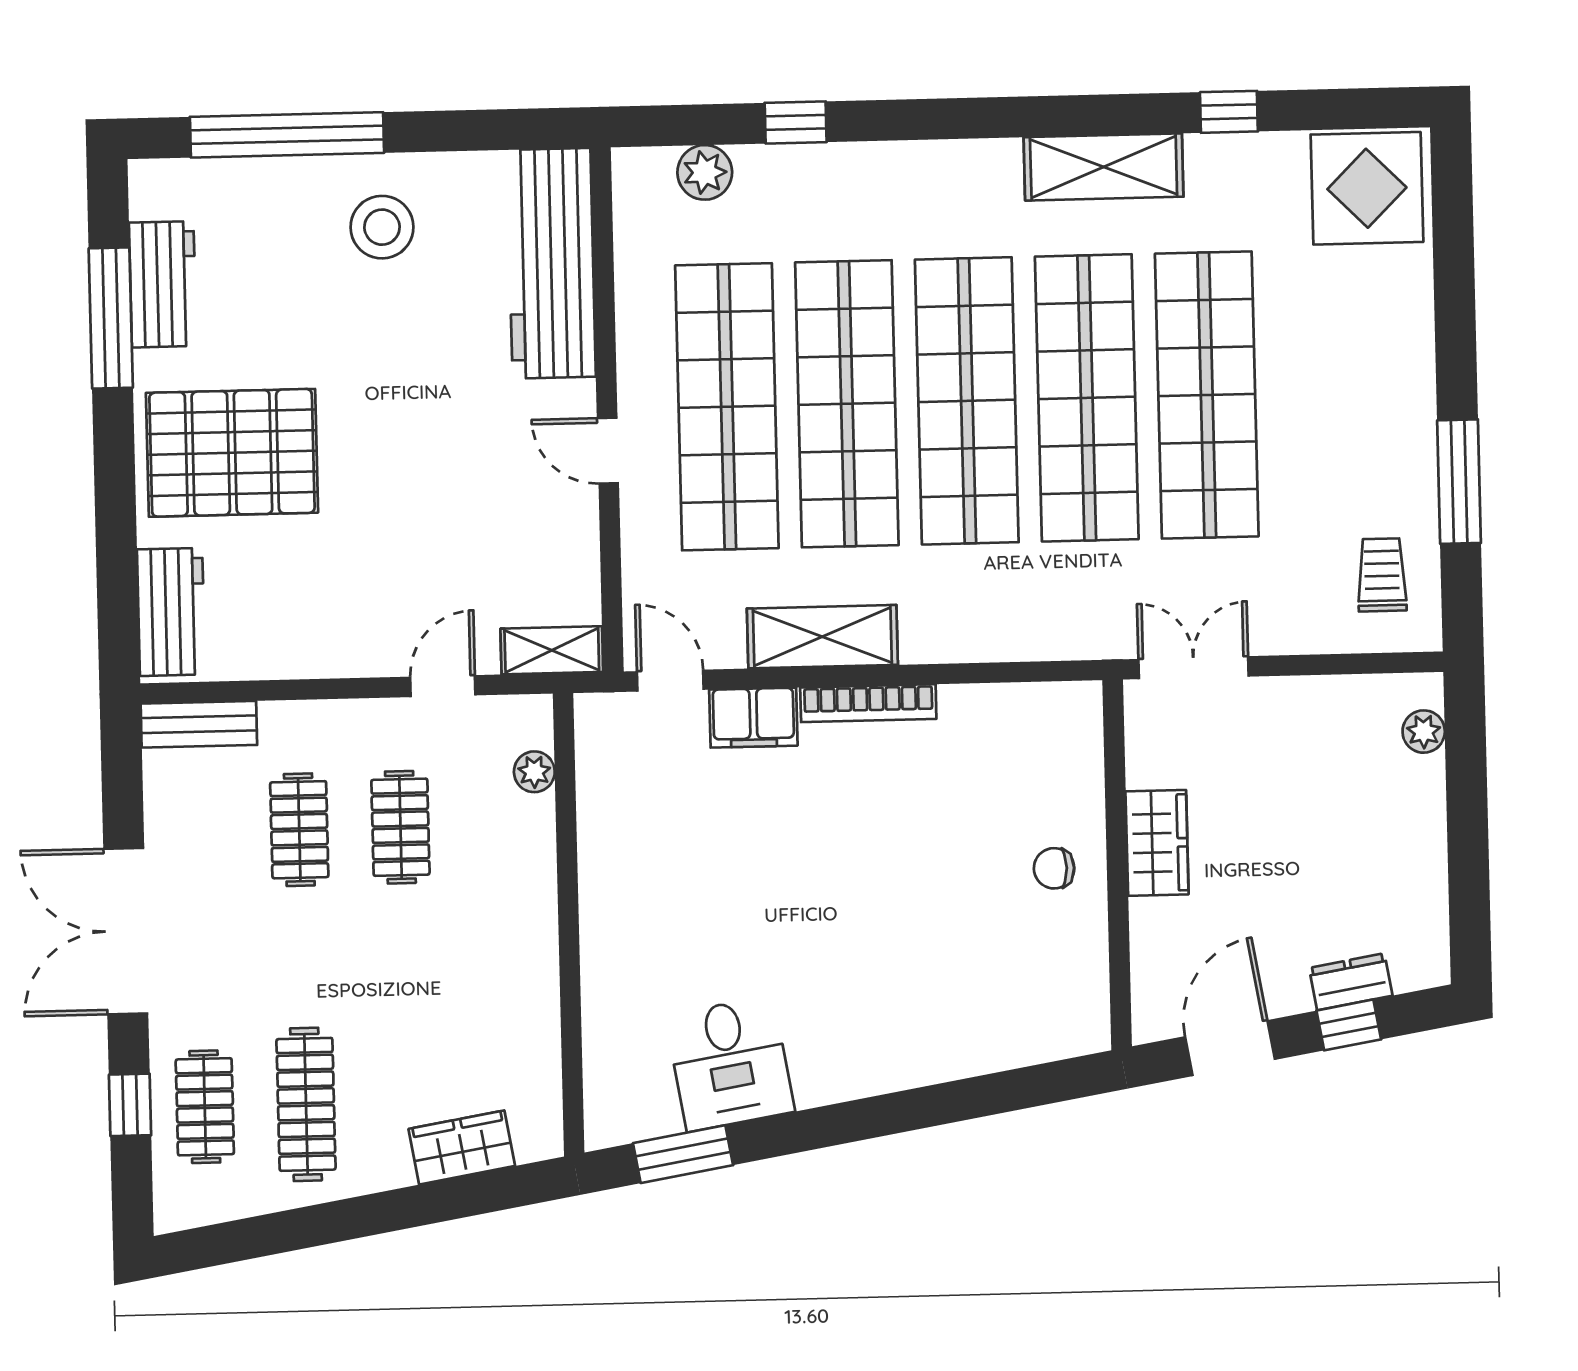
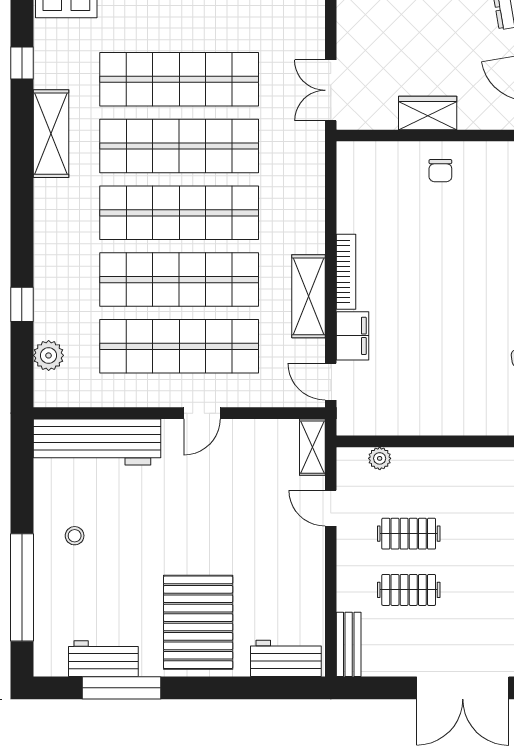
stool: (382, 227) -> (75, 536), width x0.53, depth x0.53
door: (670, 681) -> (331, 382), hinge flipped

